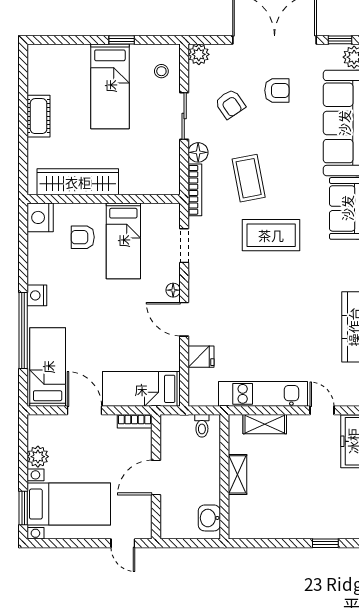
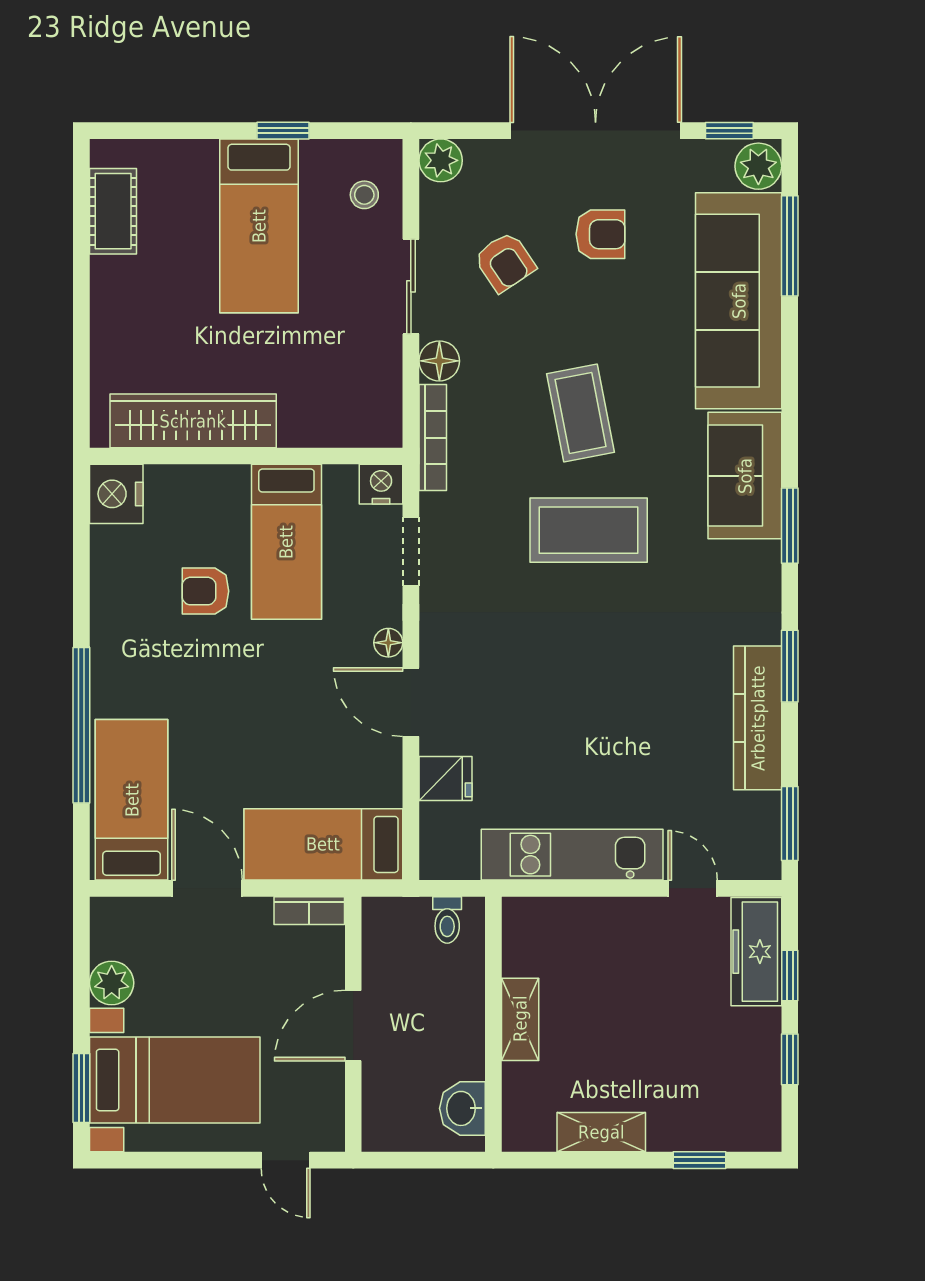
cot: (39, 116) -> (113, 211), moved
coffee table: (249, 178) -> (581, 413), moved
armchair: (83, 237) -> (205, 591), moved
nightstand: (37, 295) -> (381, 484), moved, turned 90
shelving: (265, 424) -> (601, 1132), moved

